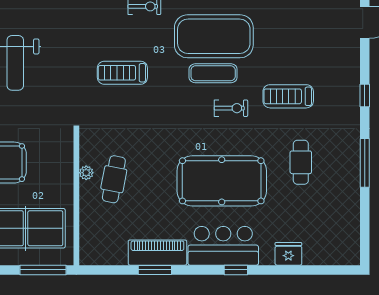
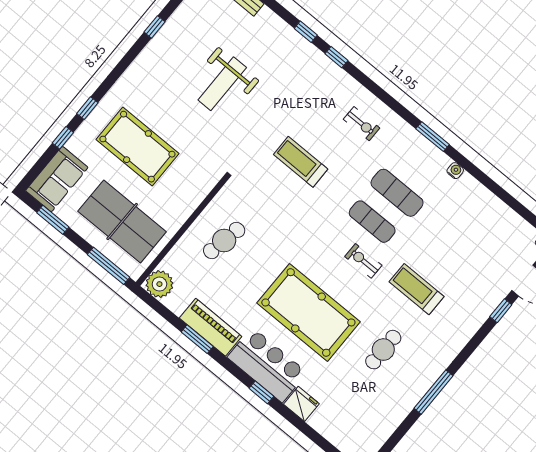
exercise mat: (214, 36) -> (397, 193), width x0.50, depth x0.69
window: (365, 96) -> (501, 311), moved
exercise bike: (231, 108) -> (363, 261), turned 180
plant: (86, 173) -> (159, 284), moved, width x1.88, depth x1.88
fridge: (288, 254) -> (301, 404), moved

